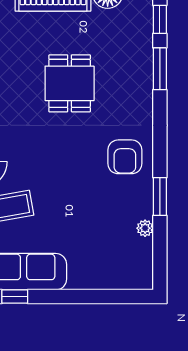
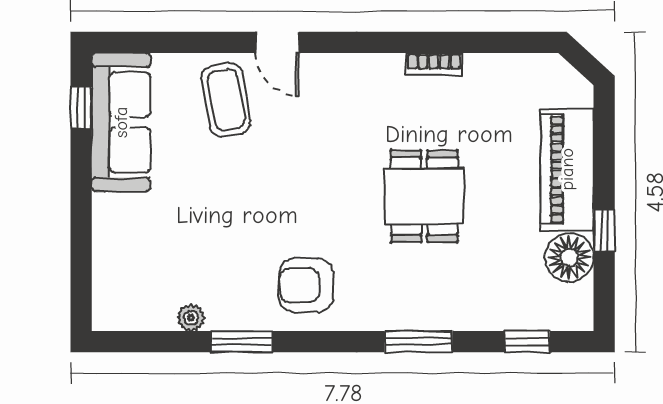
window: (160, 69) -> (418, 342), moved
dining table: (70, 83) -> (424, 196), turned 90

